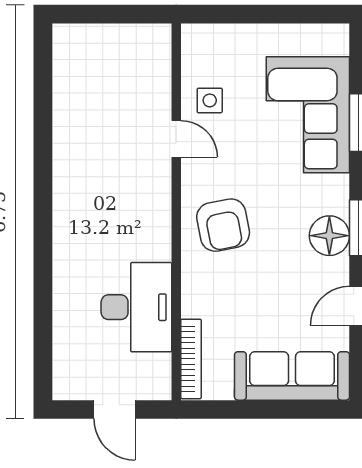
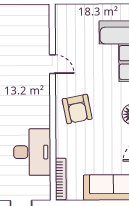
side table: (210, 100) -> (70, 44), removed

